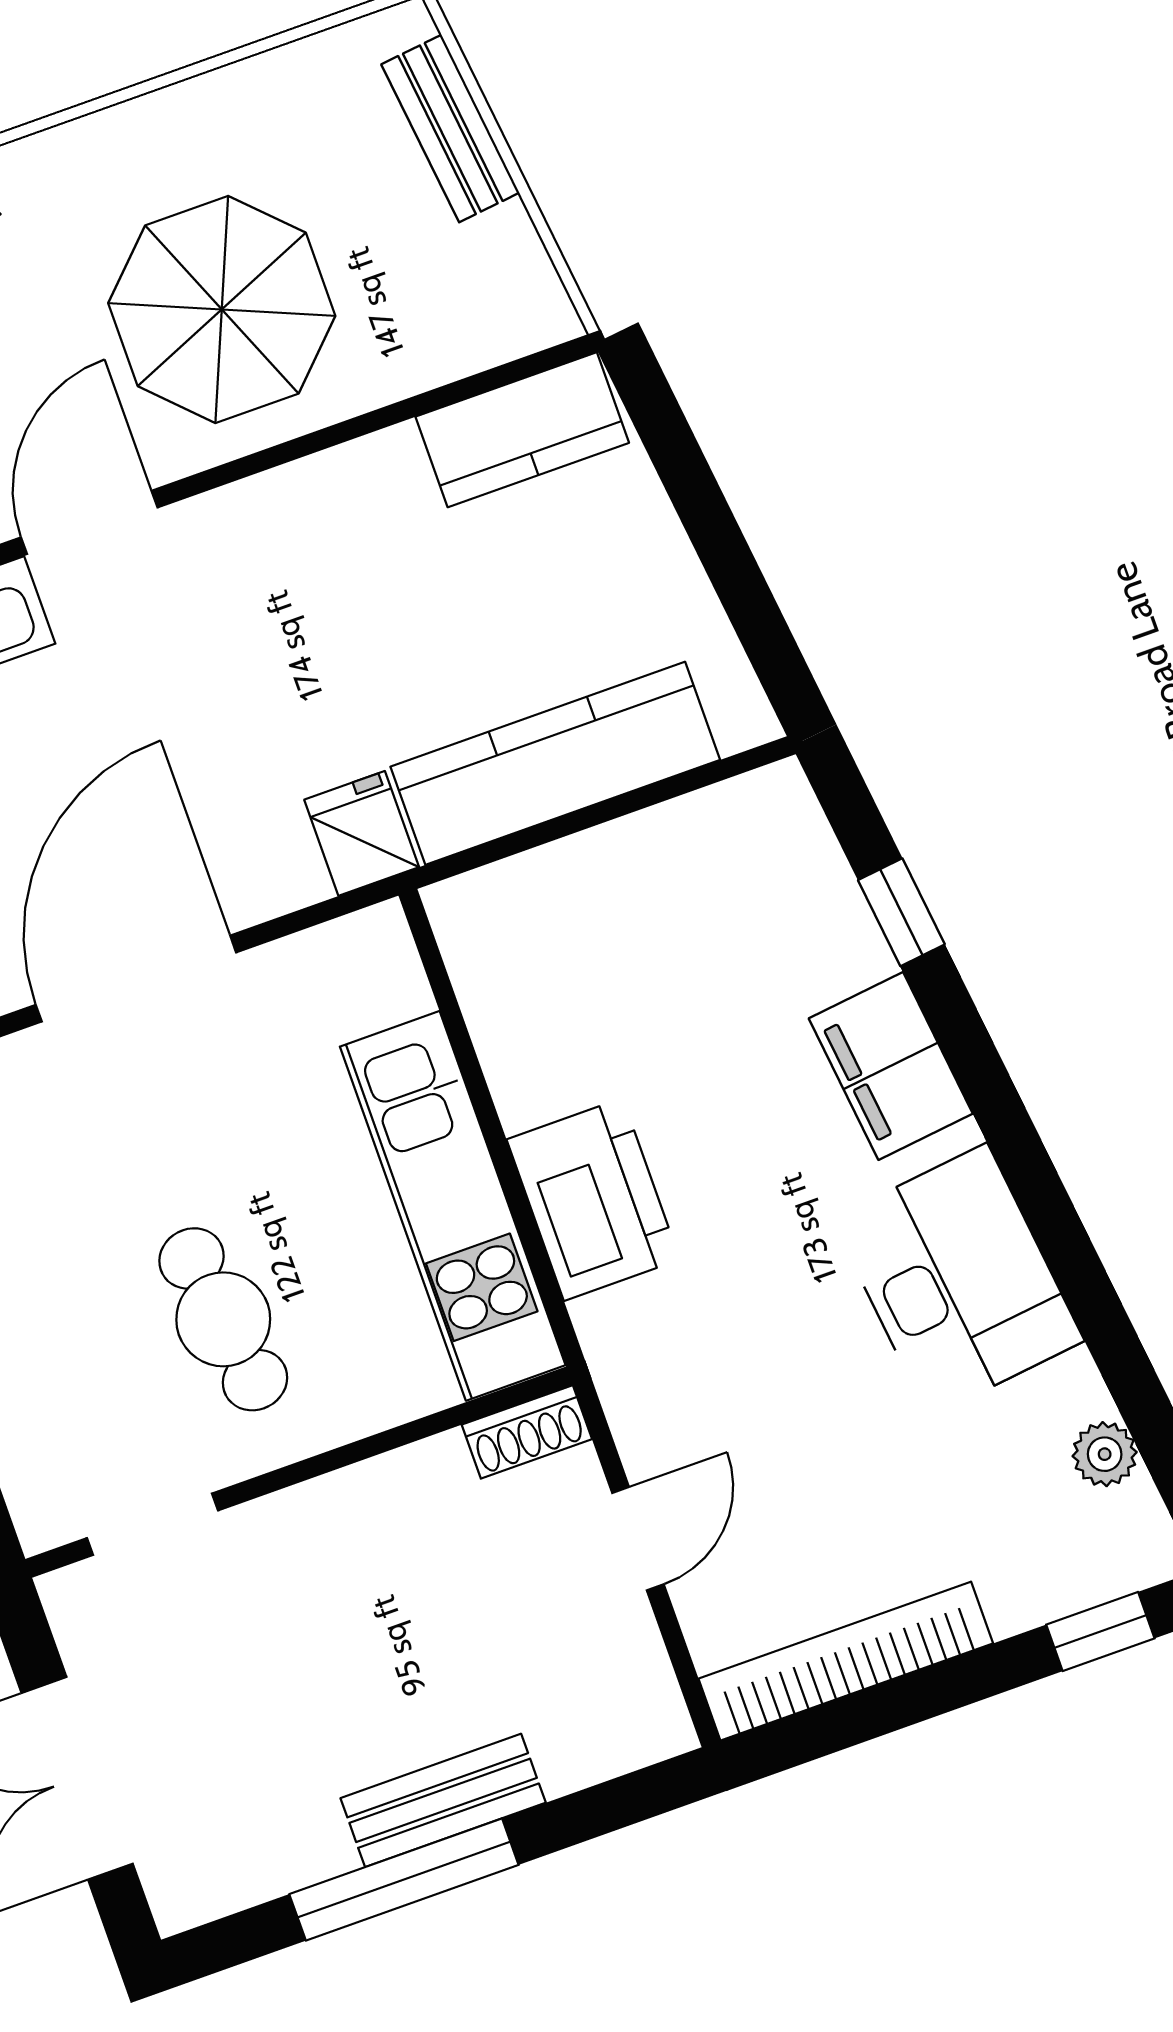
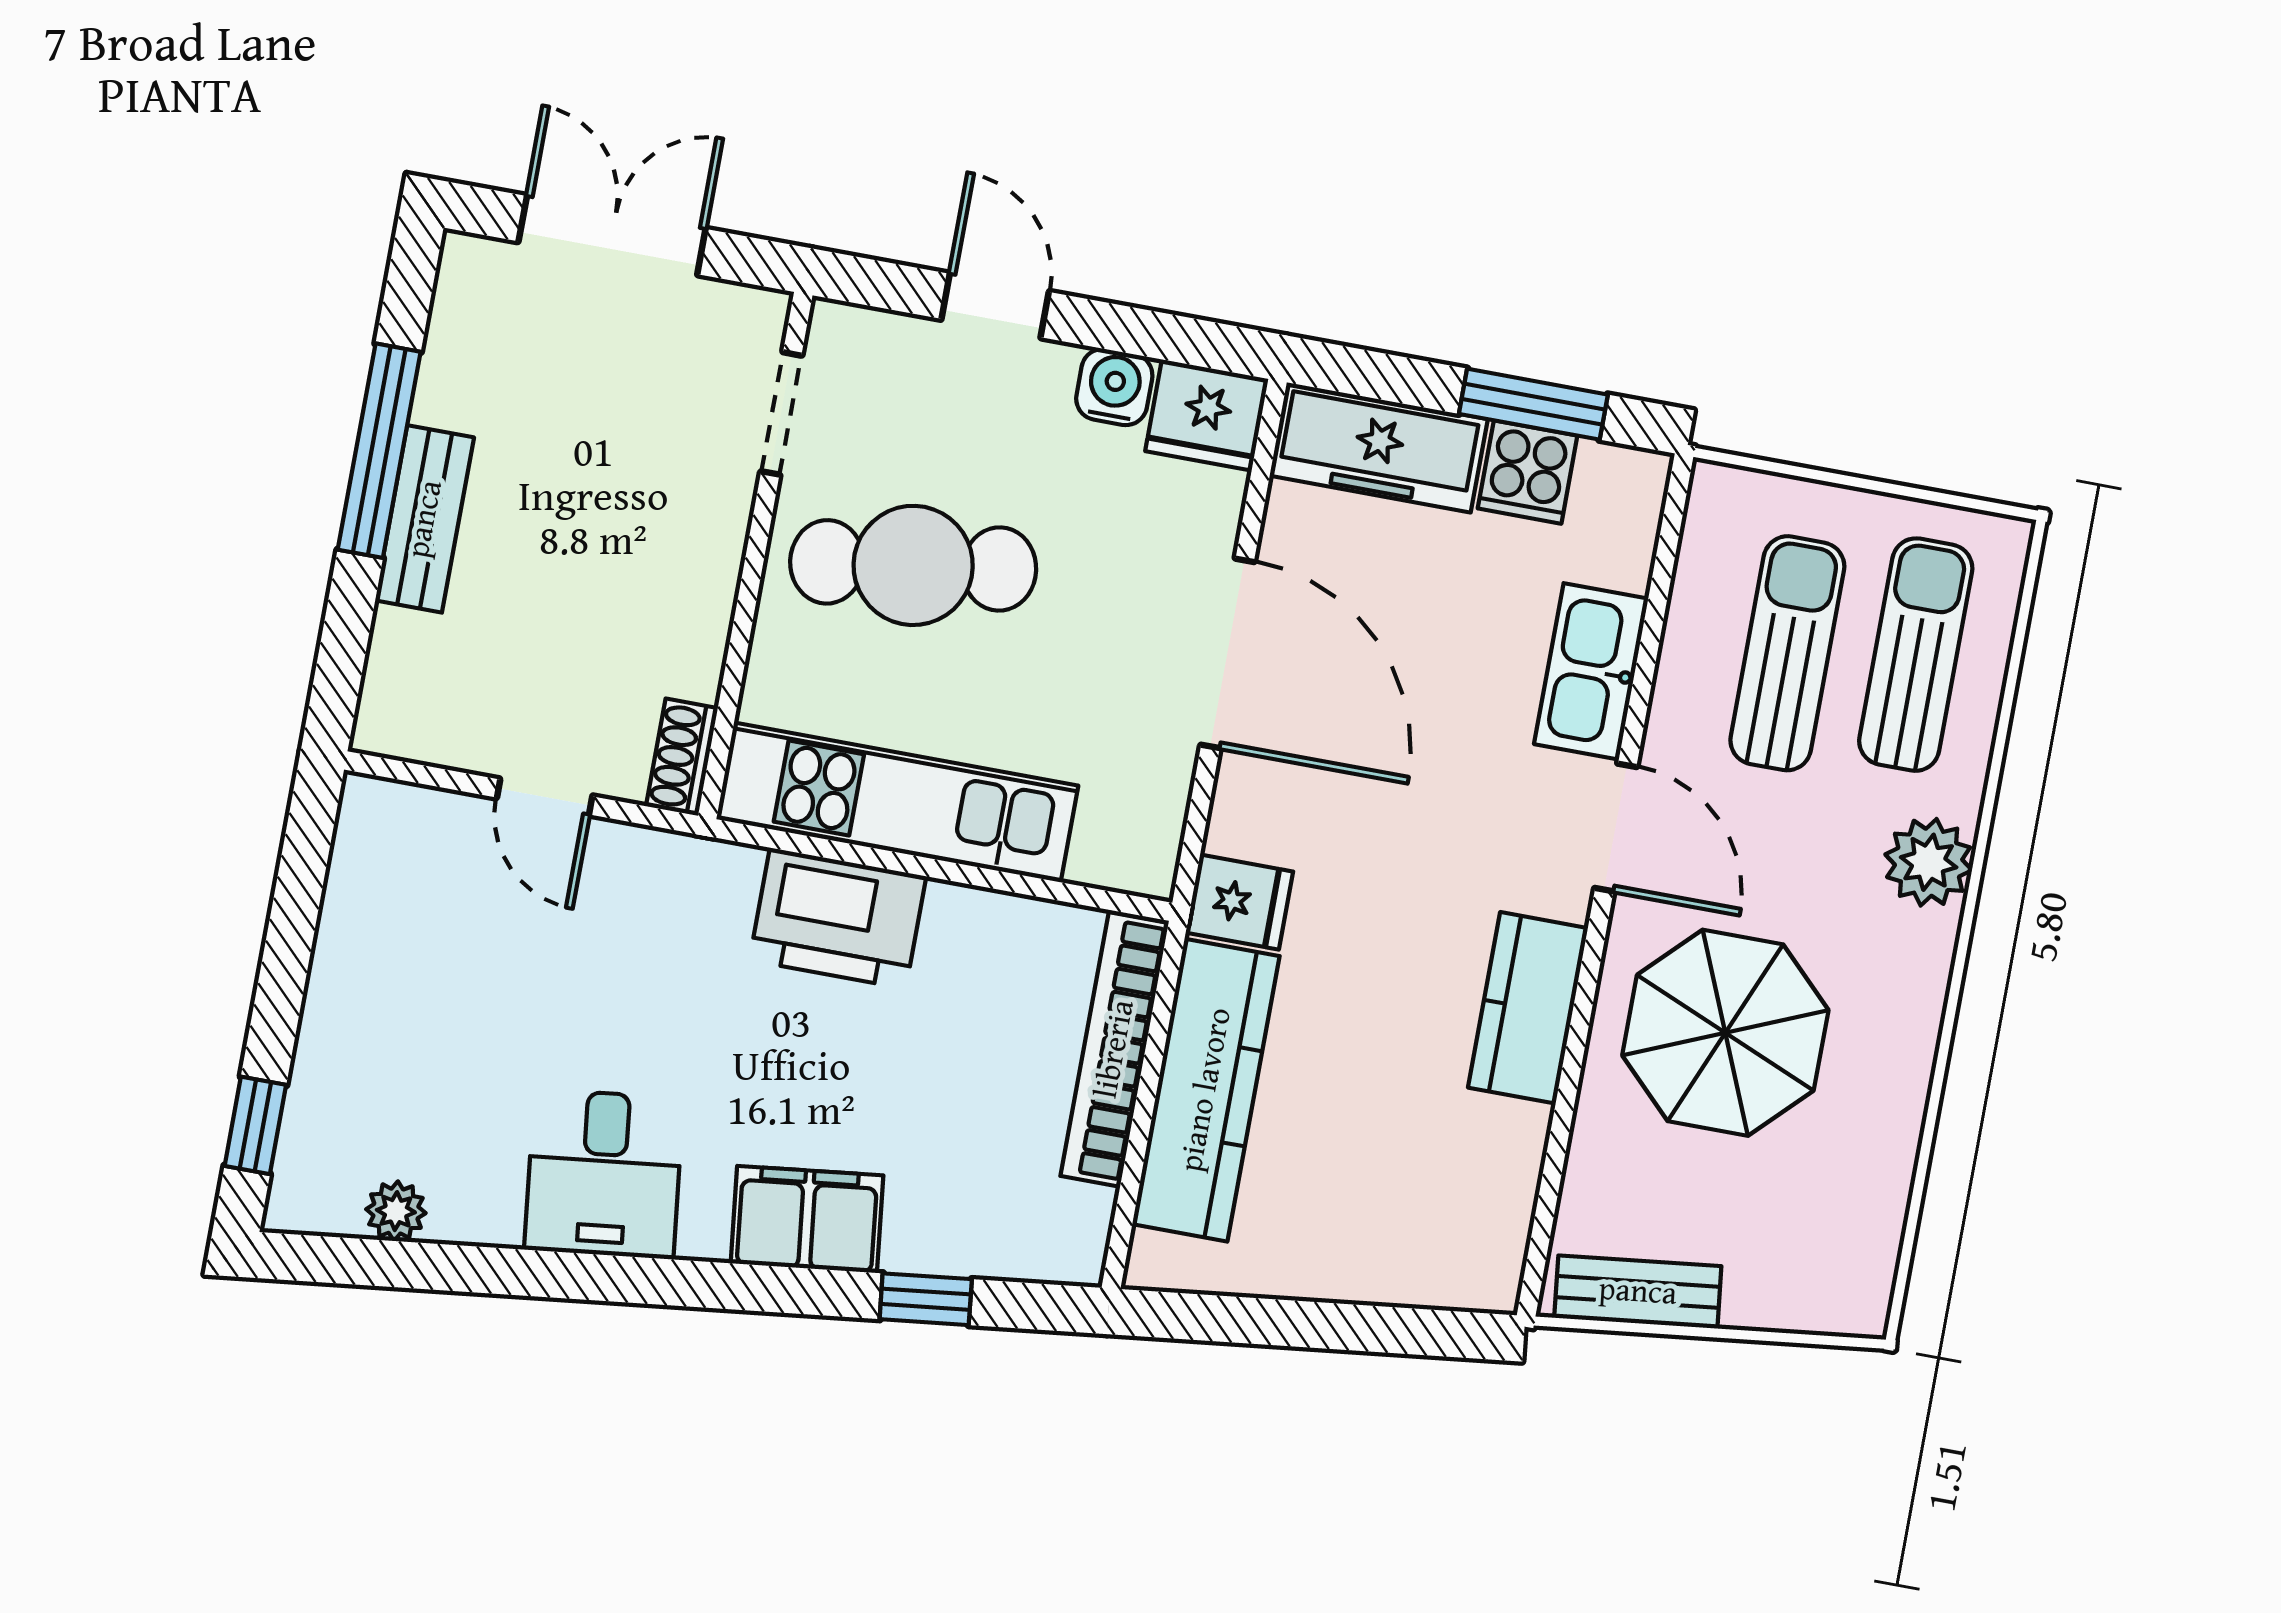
bench: (450, 129) -> (1638, 1292), moved
kitchen counter: (522, 430) -> (1528, 1008), moved
desk: (958, 1280) -> (604, 1174), width x0.73
cafe table: (223, 1319) -> (913, 565), width x1.37, depth x1.35
bookcase: (846, 1661) -> (1115, 1049), moved, turned 180

